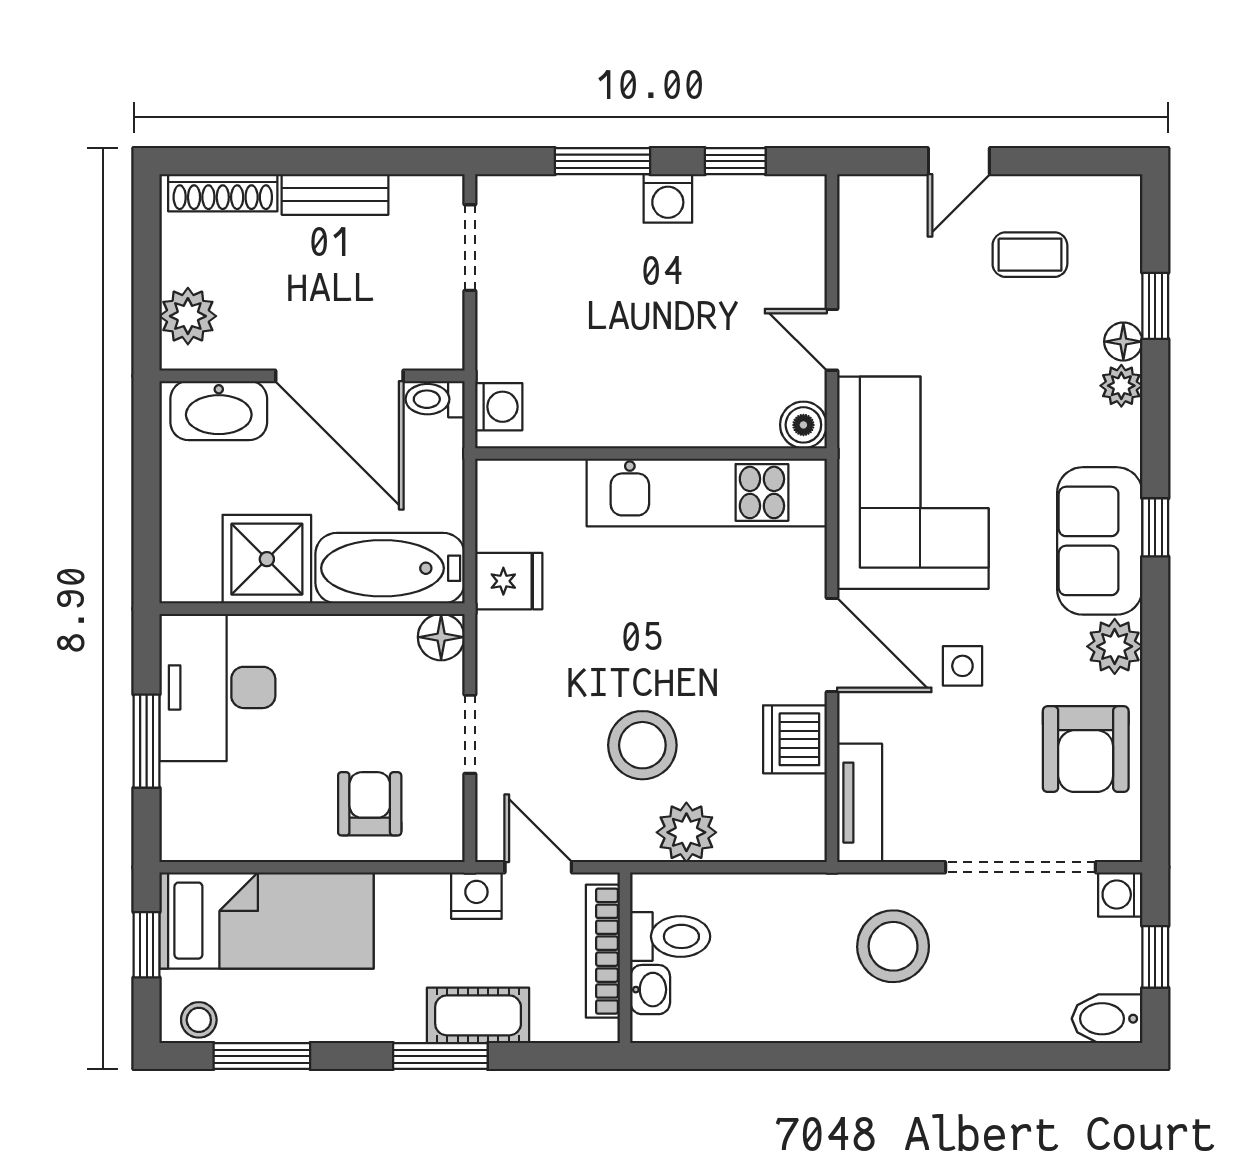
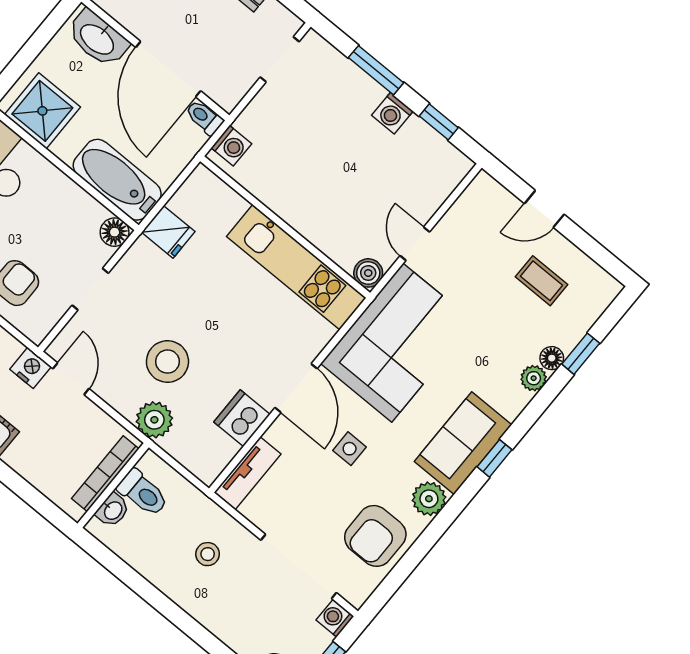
shower: (267, 559) -> (42, 111), moved
toilet: (670, 936) -> (143, 493), moved
stool: (893, 946) -> (208, 554), width x0.53, depth x0.53
bookcase: (603, 951) -> (105, 474), moved
wall: (625, 958) -> (113, 485), moved
washbasin: (650, 990) -> (113, 510), moved

